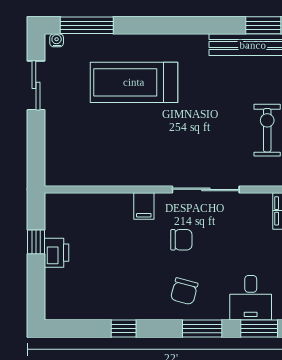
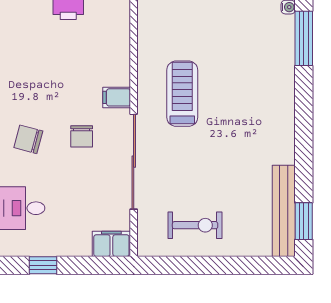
treadmill: (134, 82) -> (182, 94), moved, width x0.73, depth x0.73
sliding door: (206, 189) -> (134, 162), width x1.36

